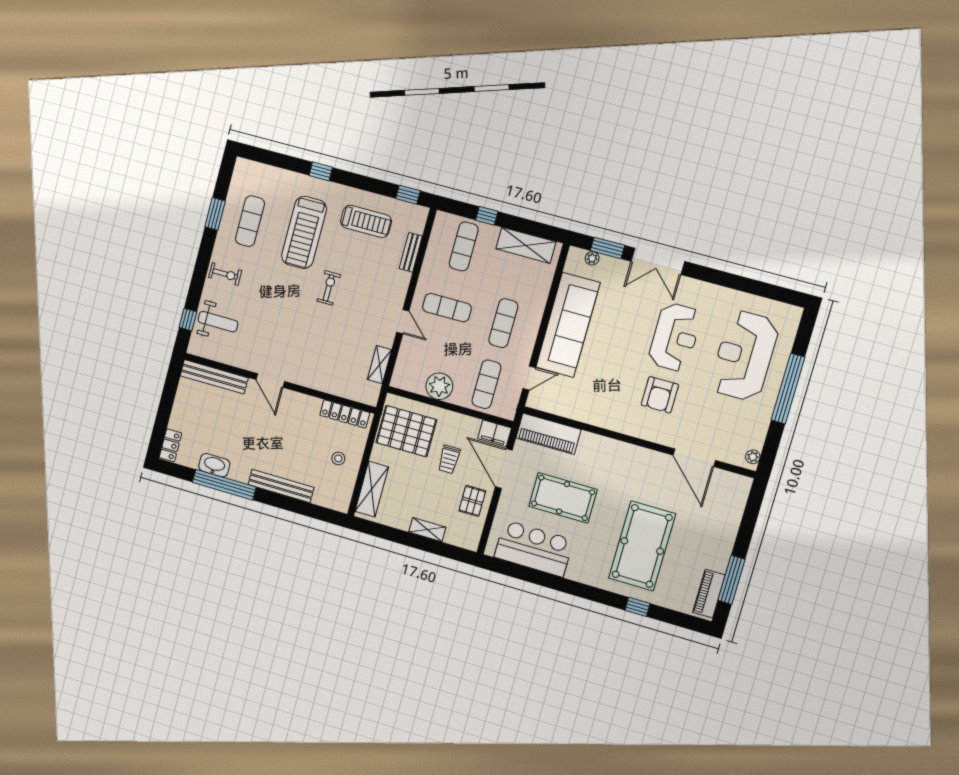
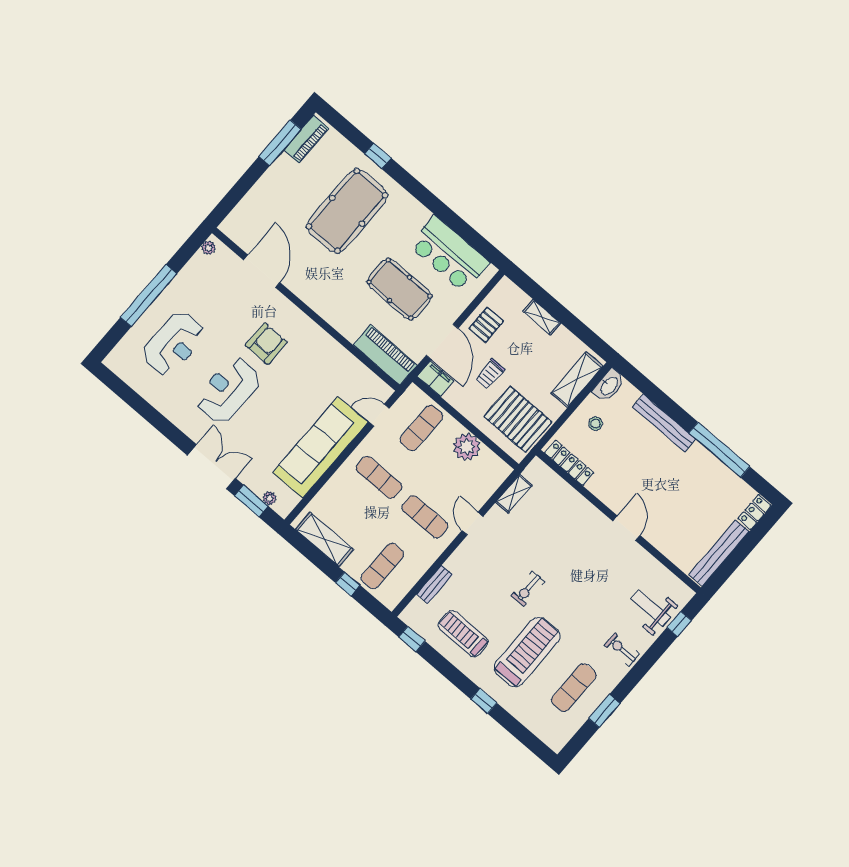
exercise mat: (503, 323) -> (379, 477), turned 90
reception desk: (744, 356) -> (174, 344), width x0.74, depth x0.77
bench: (214, 377) -> (719, 553), moved, turned 90
trolley: (449, 459) -> (490, 374), turned 180
washbasin: (214, 465) -> (609, 386), moved, turned -90

